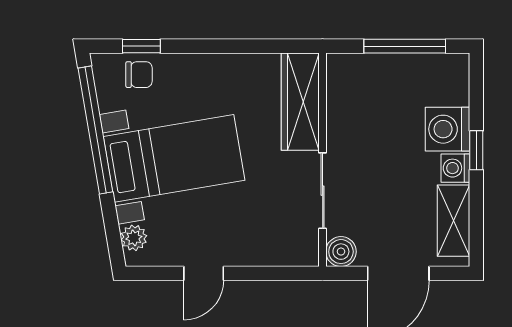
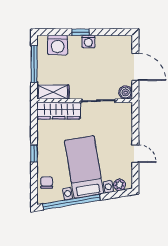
window: (141, 46) -> (34, 153), moved
washing machine: (447, 129) -> (58, 45), moved
shelving: (453, 221) -> (53, 92), moved

